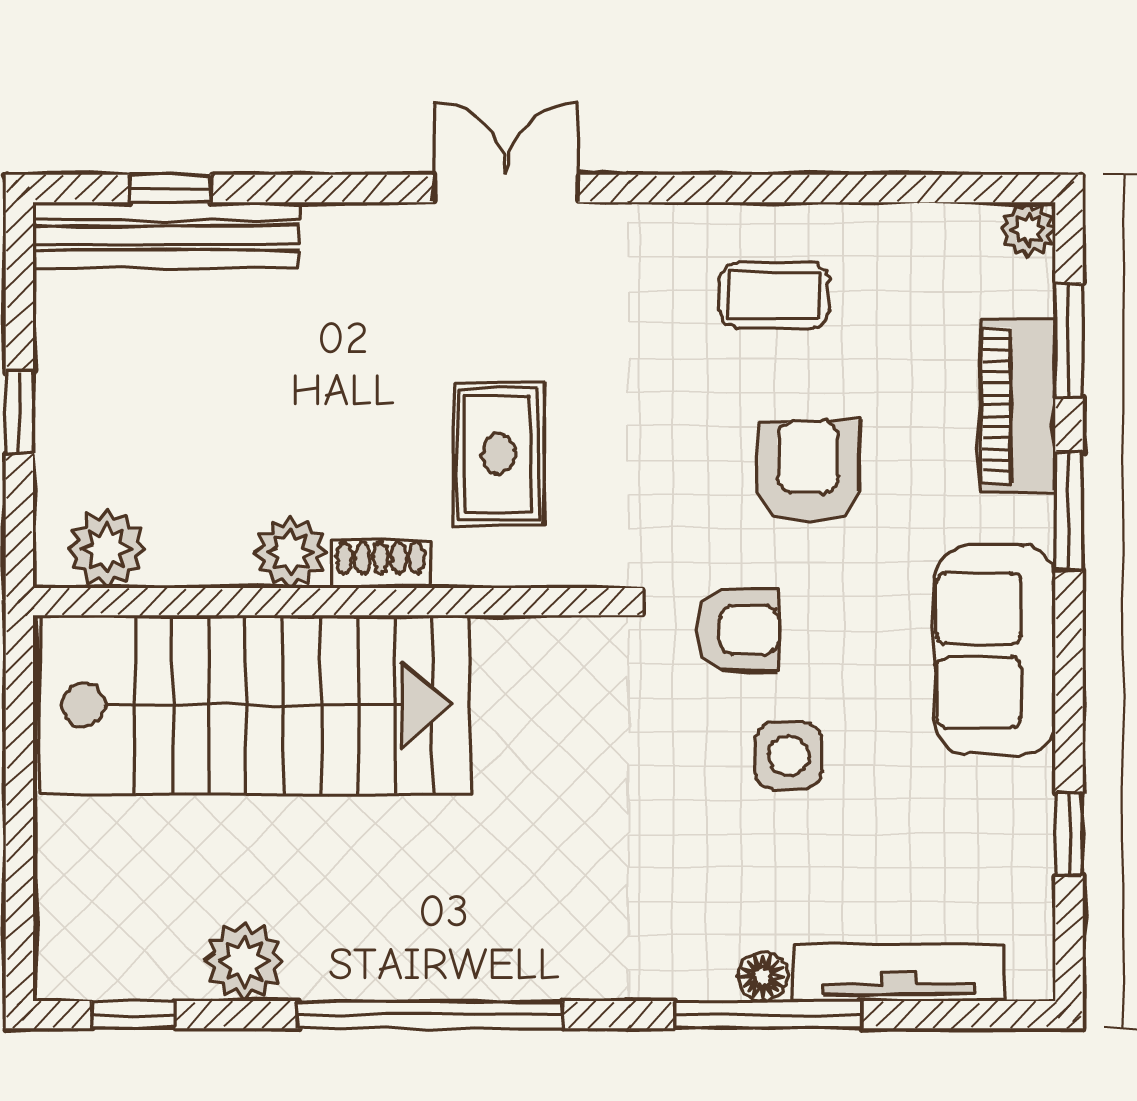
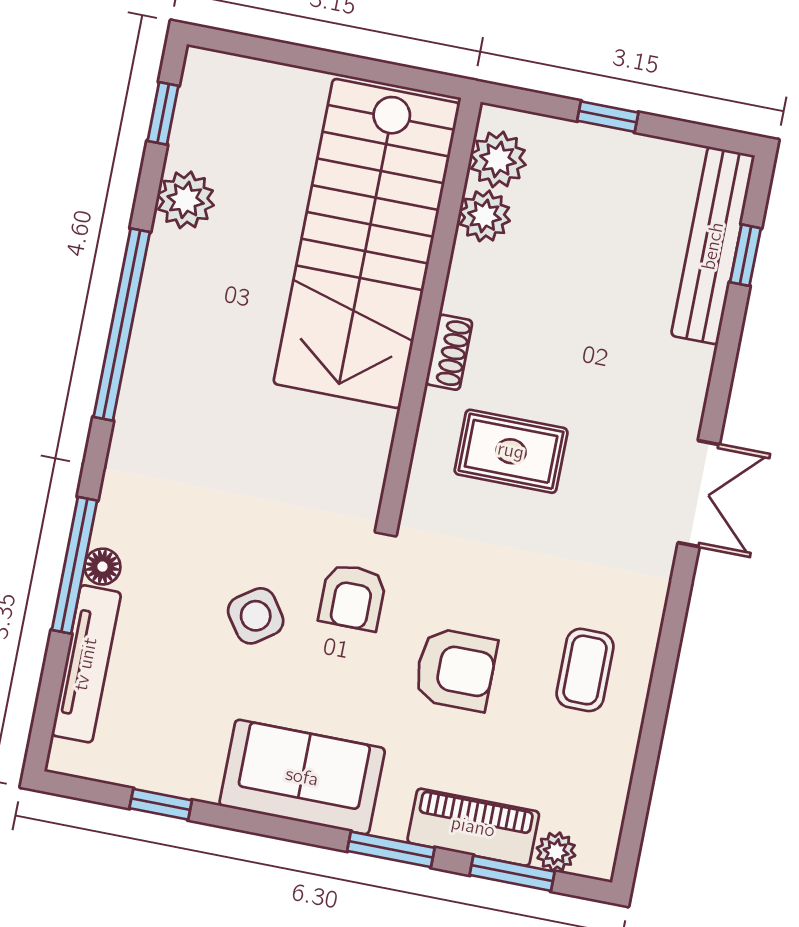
plant: (1028, 229) -> (556, 852), moved
plant: (290, 552) -> (484, 216), moved
side table: (789, 756) -> (256, 616), turned -35

